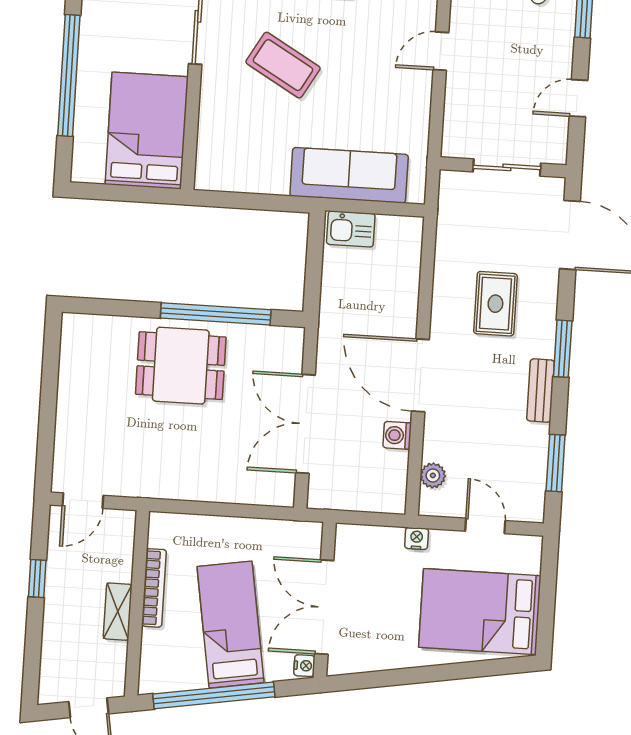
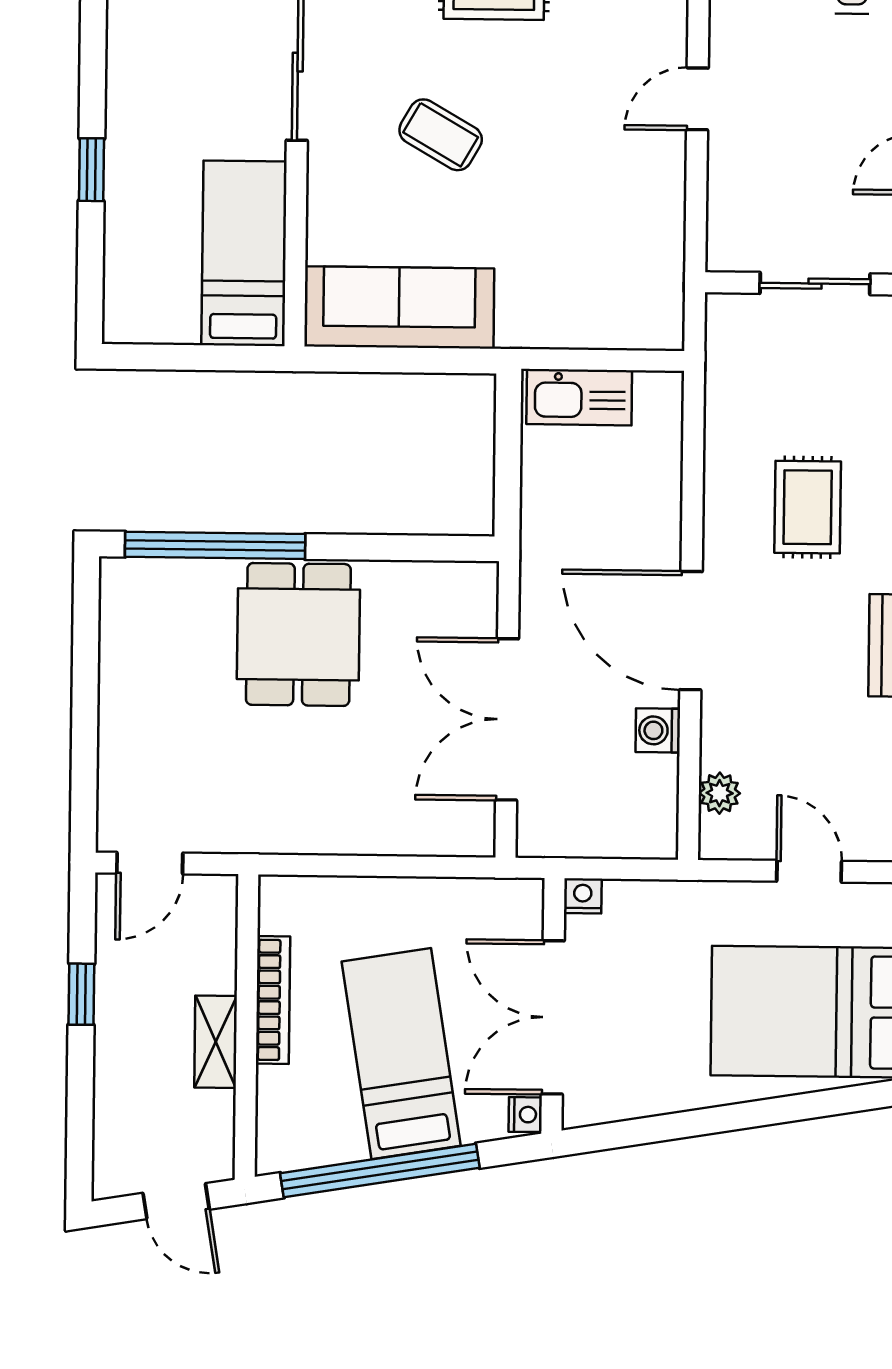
coffee table: (283, 65) -> (441, 135), width x0.73, depth x0.77
window: (69, 76) -> (91, 170), width x0.32
bed: (147, 131) -> (244, 253), width x0.67
sofa: (349, 175) -> (399, 307), moved
kitchen sink: (351, 229) -> (579, 397), width x1.38
window: (216, 314) -> (215, 545), moved
dining table: (181, 366) -> (298, 634), turned 90
nightstand: (417, 538) -> (583, 896), moved

